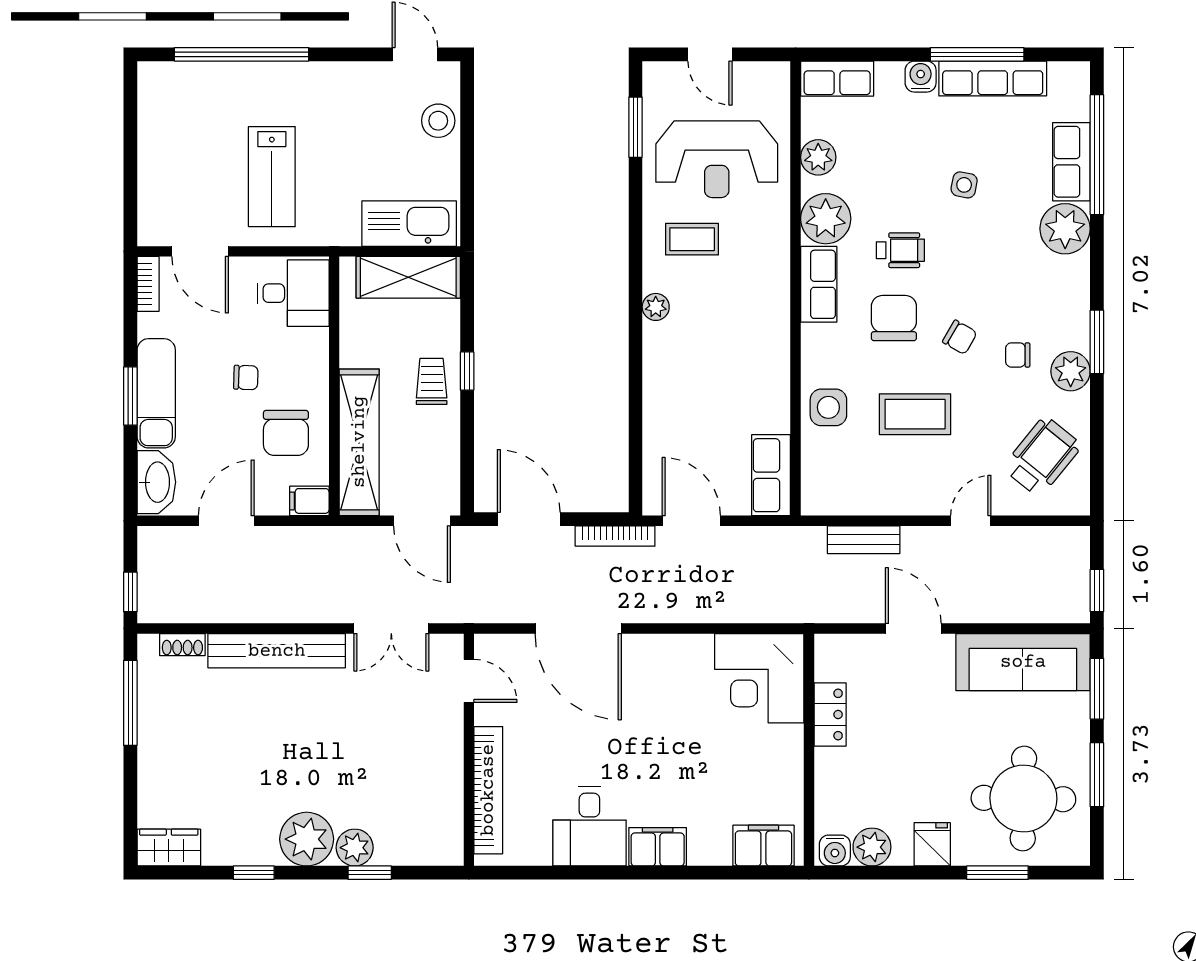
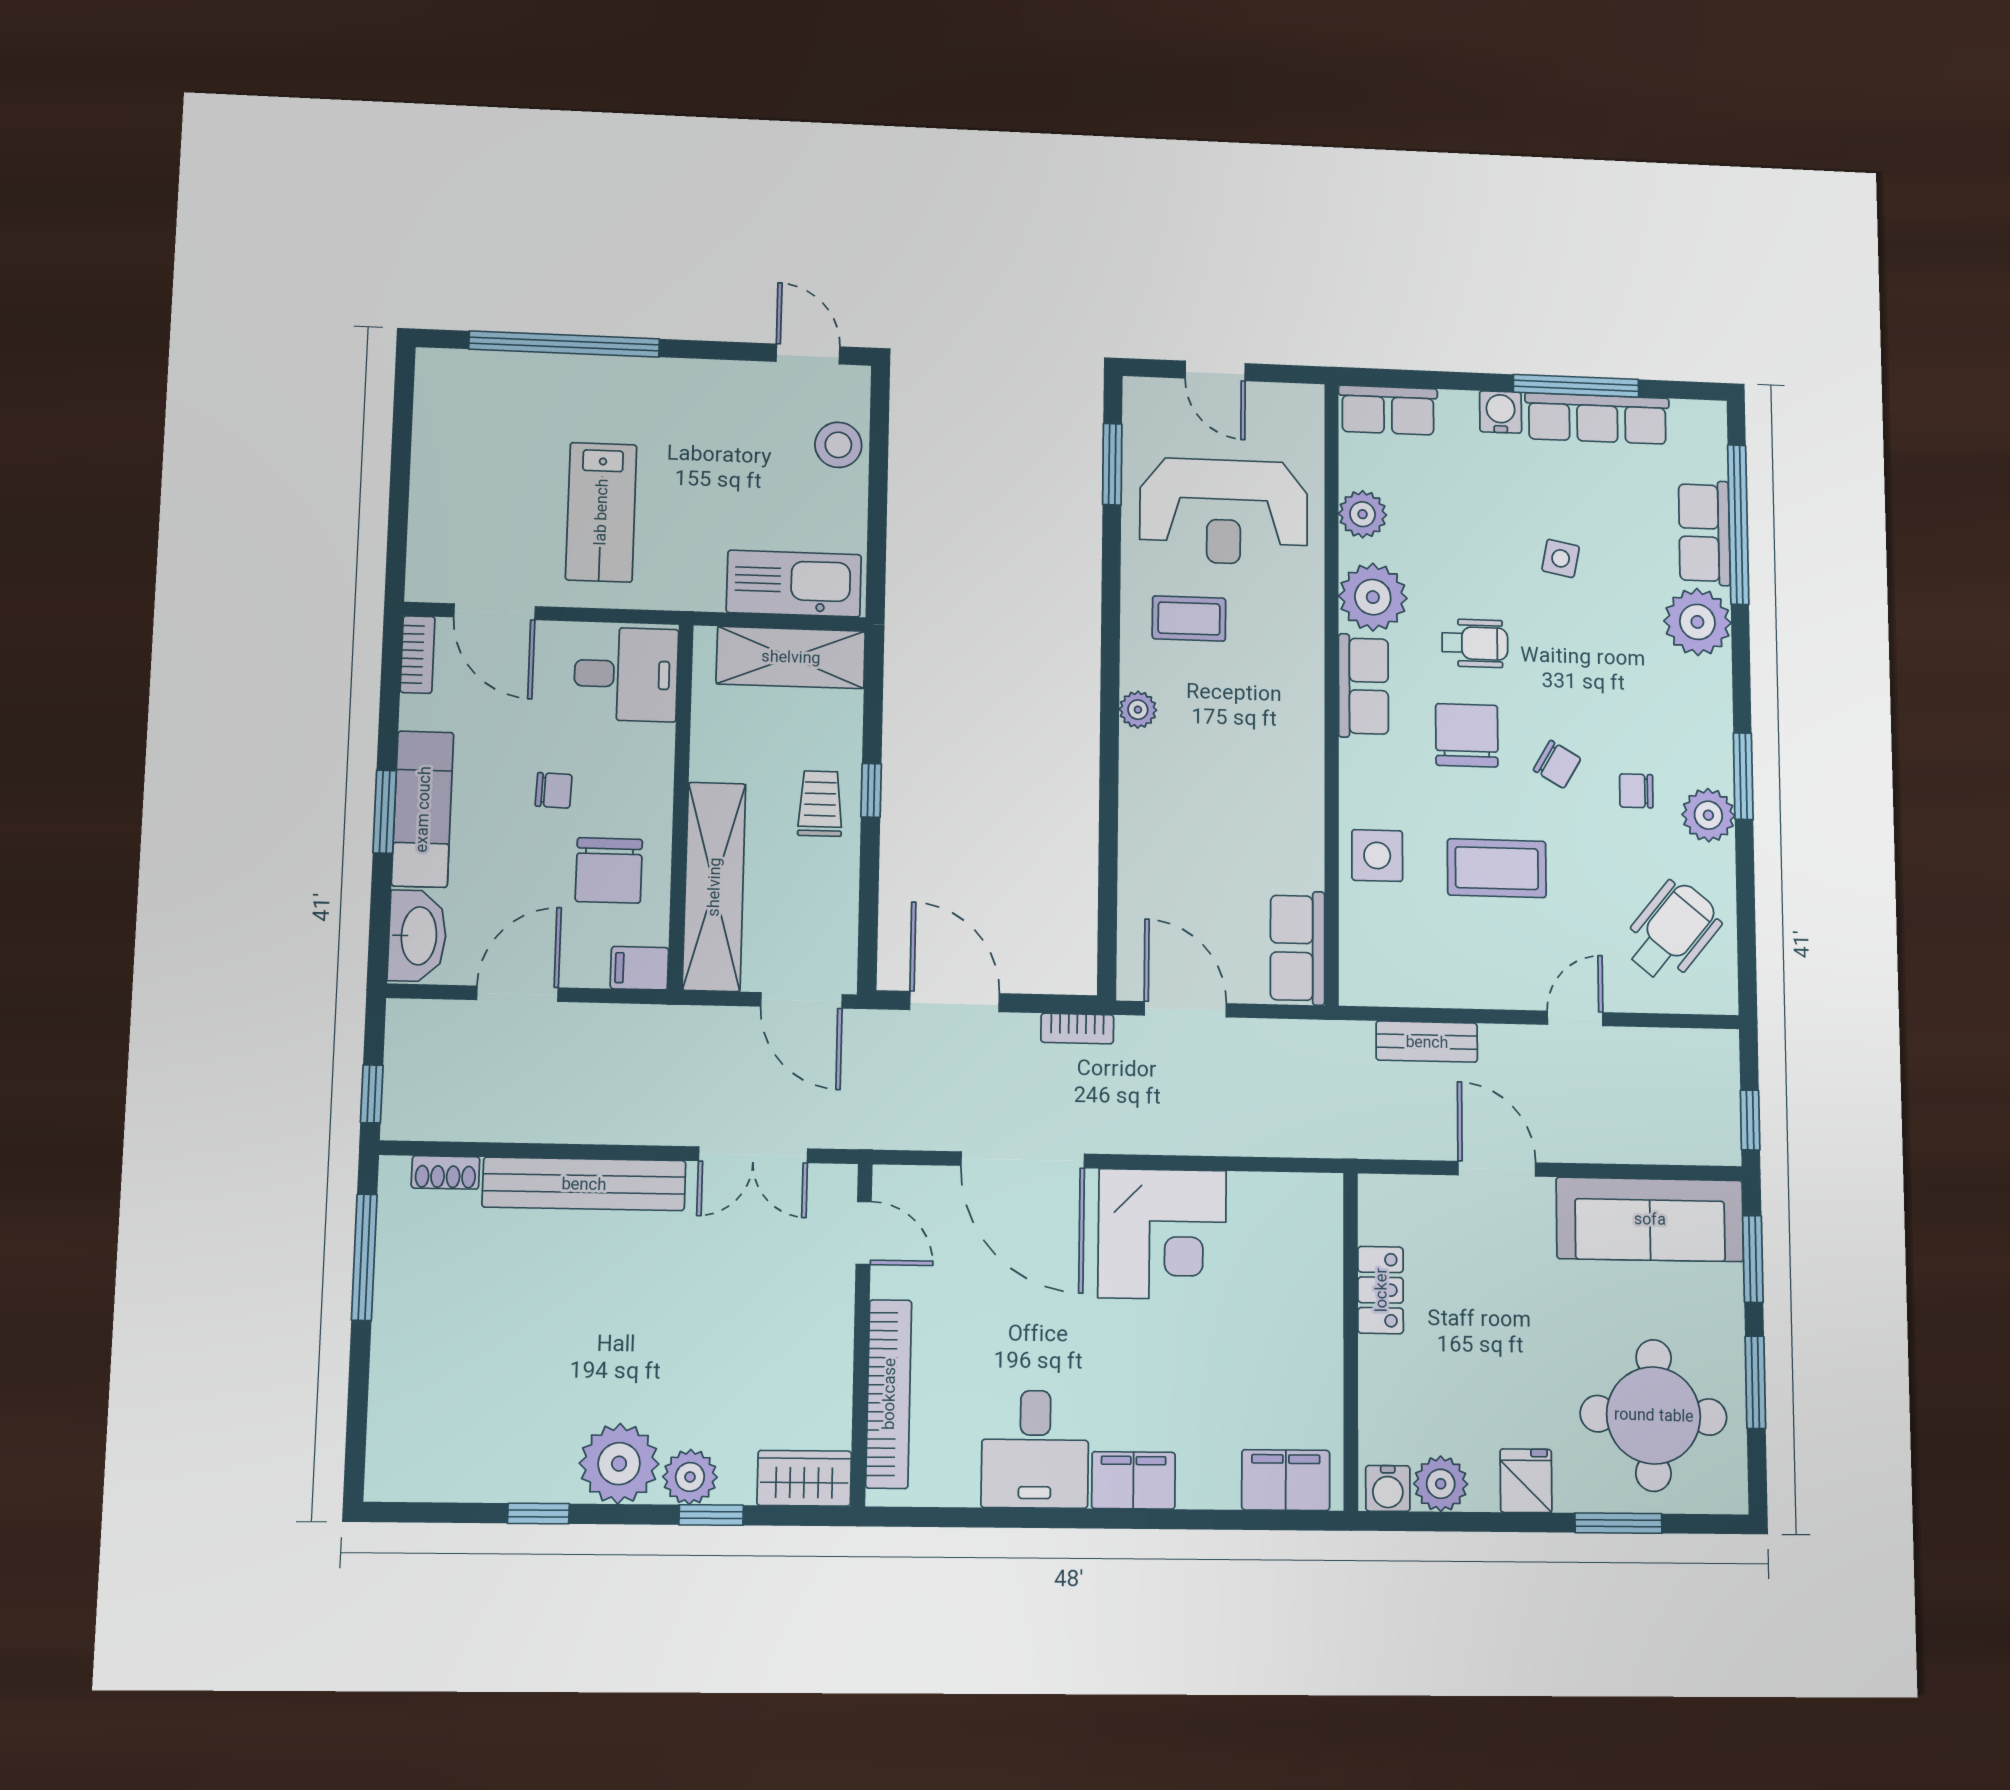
bookcase: (615, 536) -> (1077, 1029), width x0.64
corner desk: (759, 678) -> (1162, 1234), moved, turned -90
wardrobe: (169, 848) -> (804, 1478), moved

